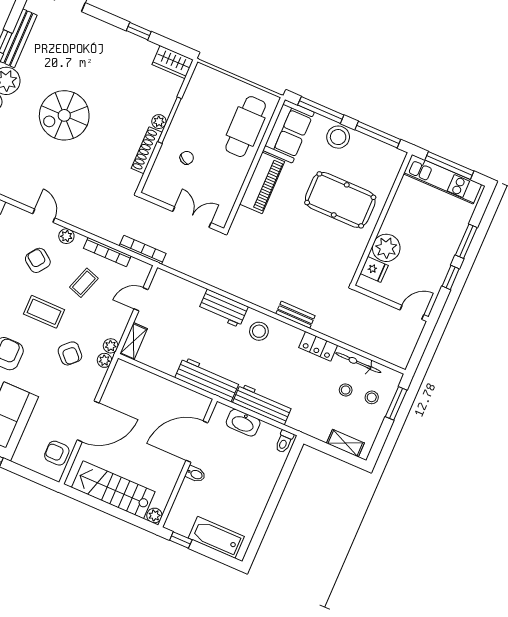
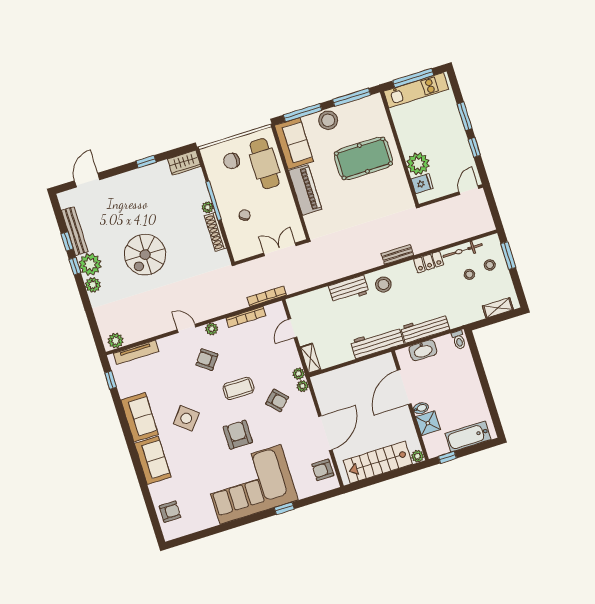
chair: (218, 98) -> (232, 161), added
coffee table: (84, 283) -> (248, 349), removed
shower: (190, 493) -> (428, 423), added

